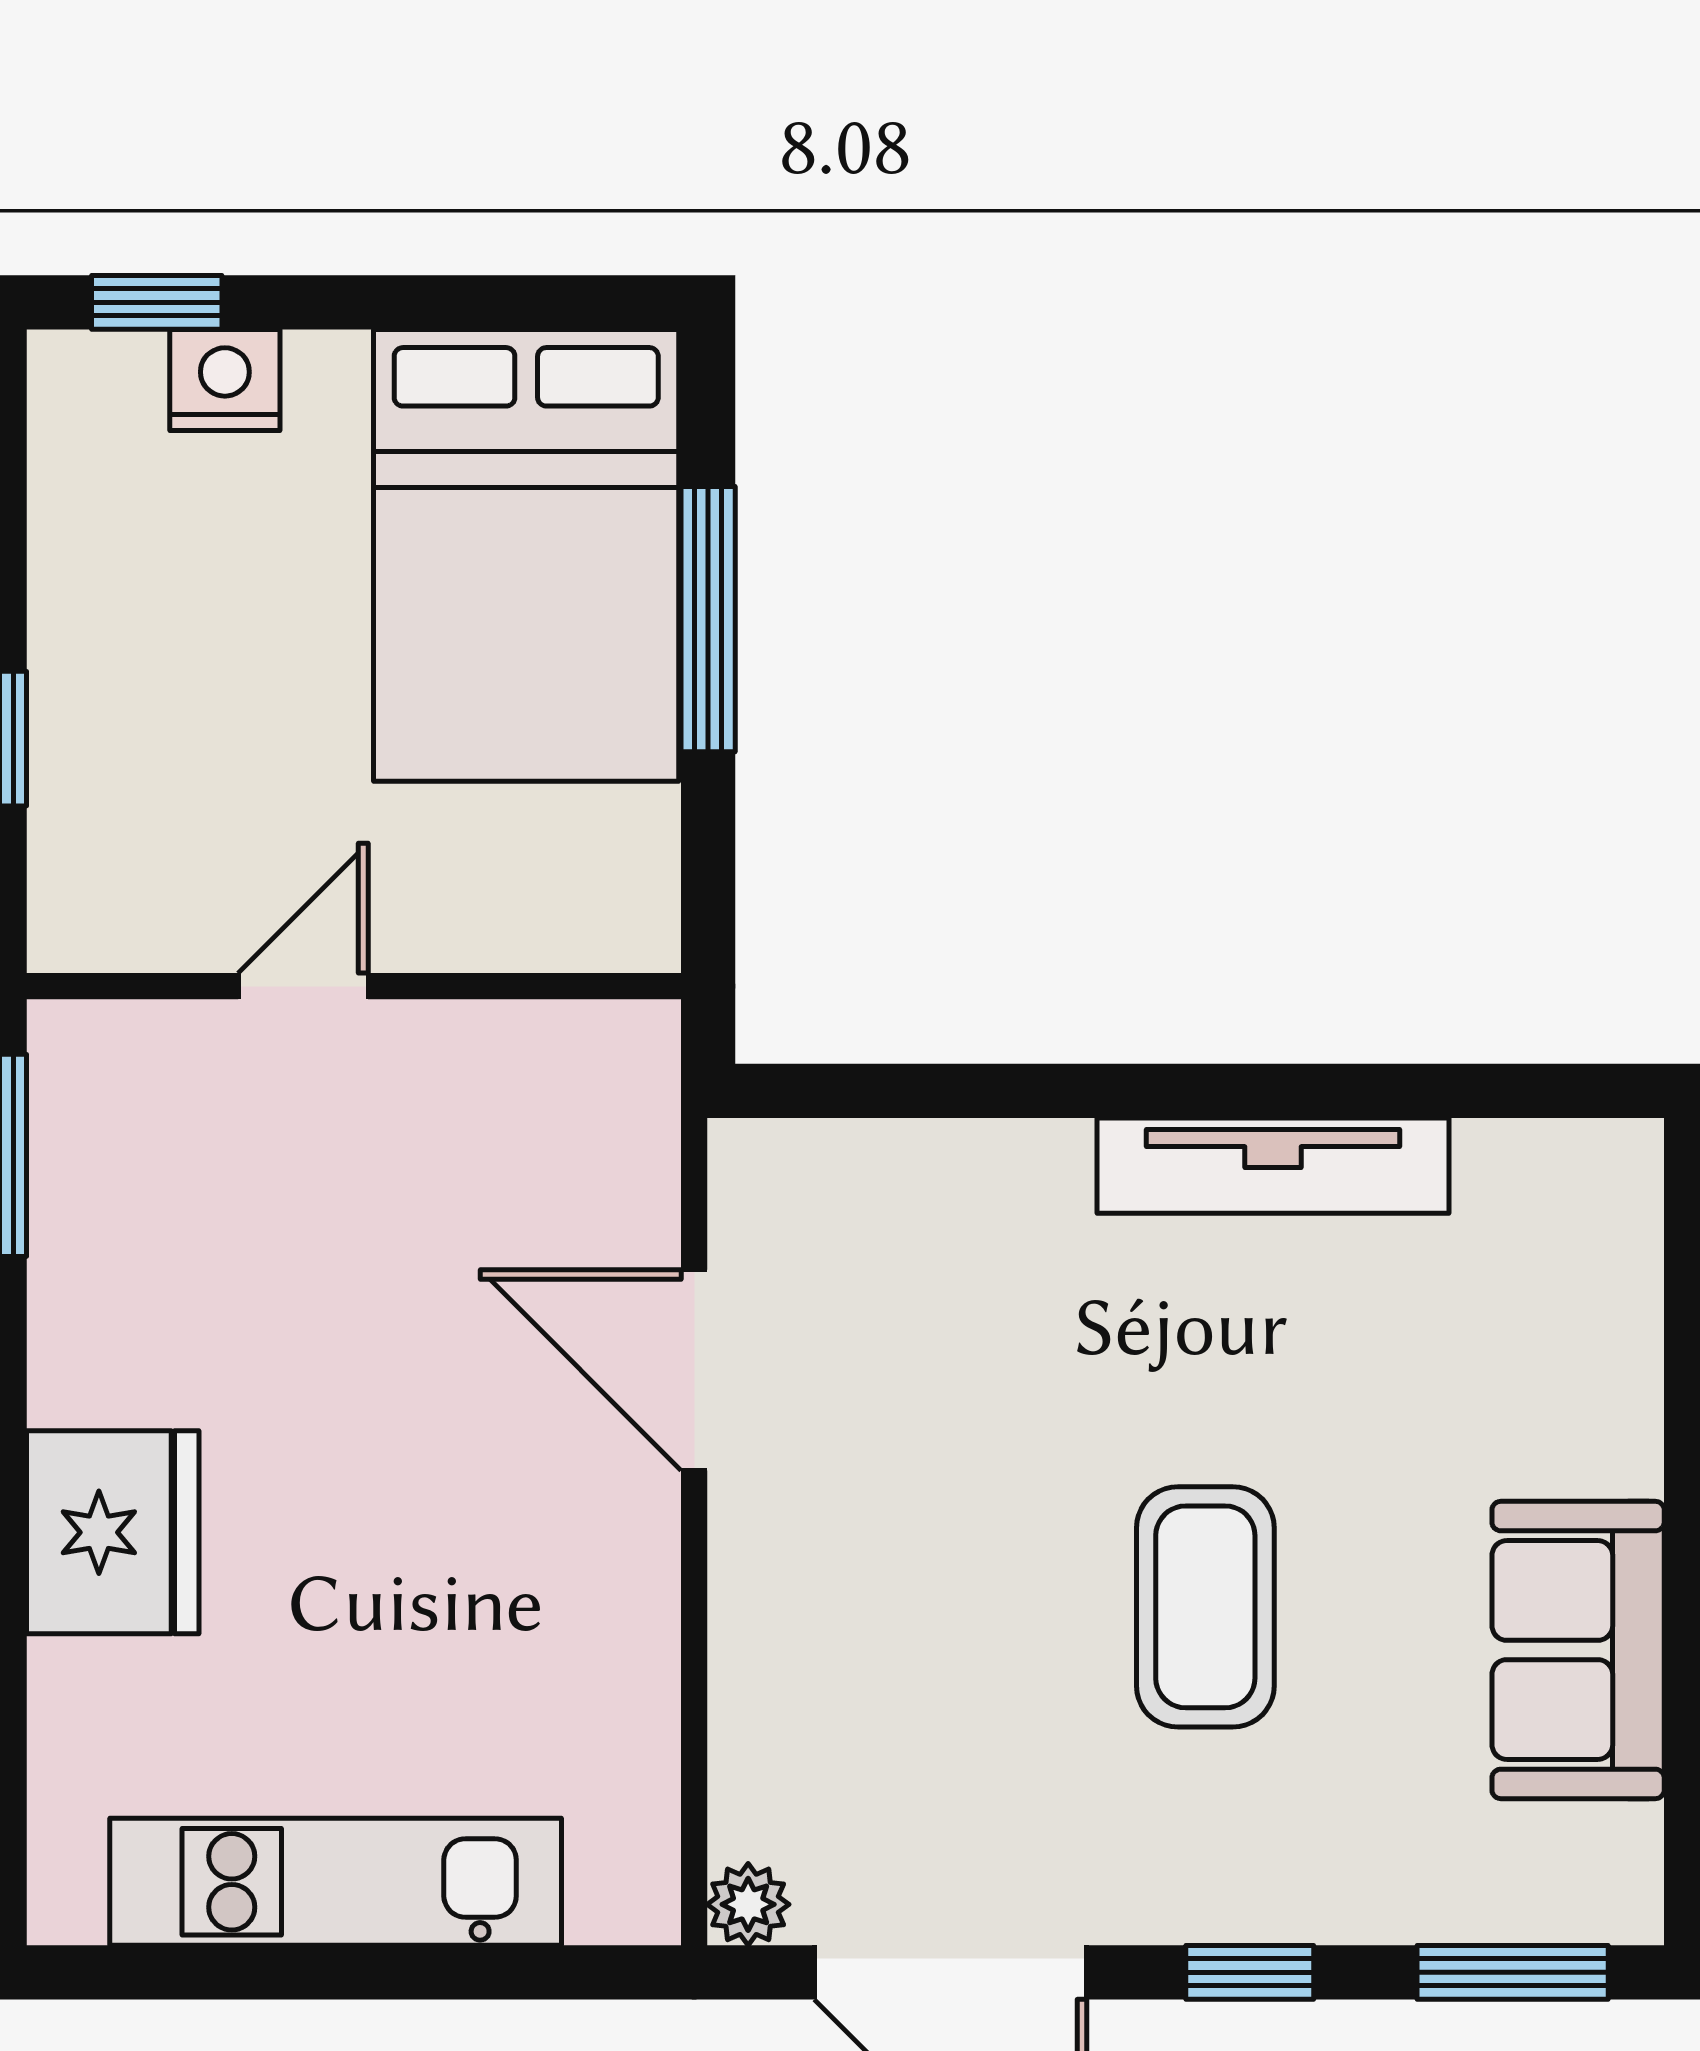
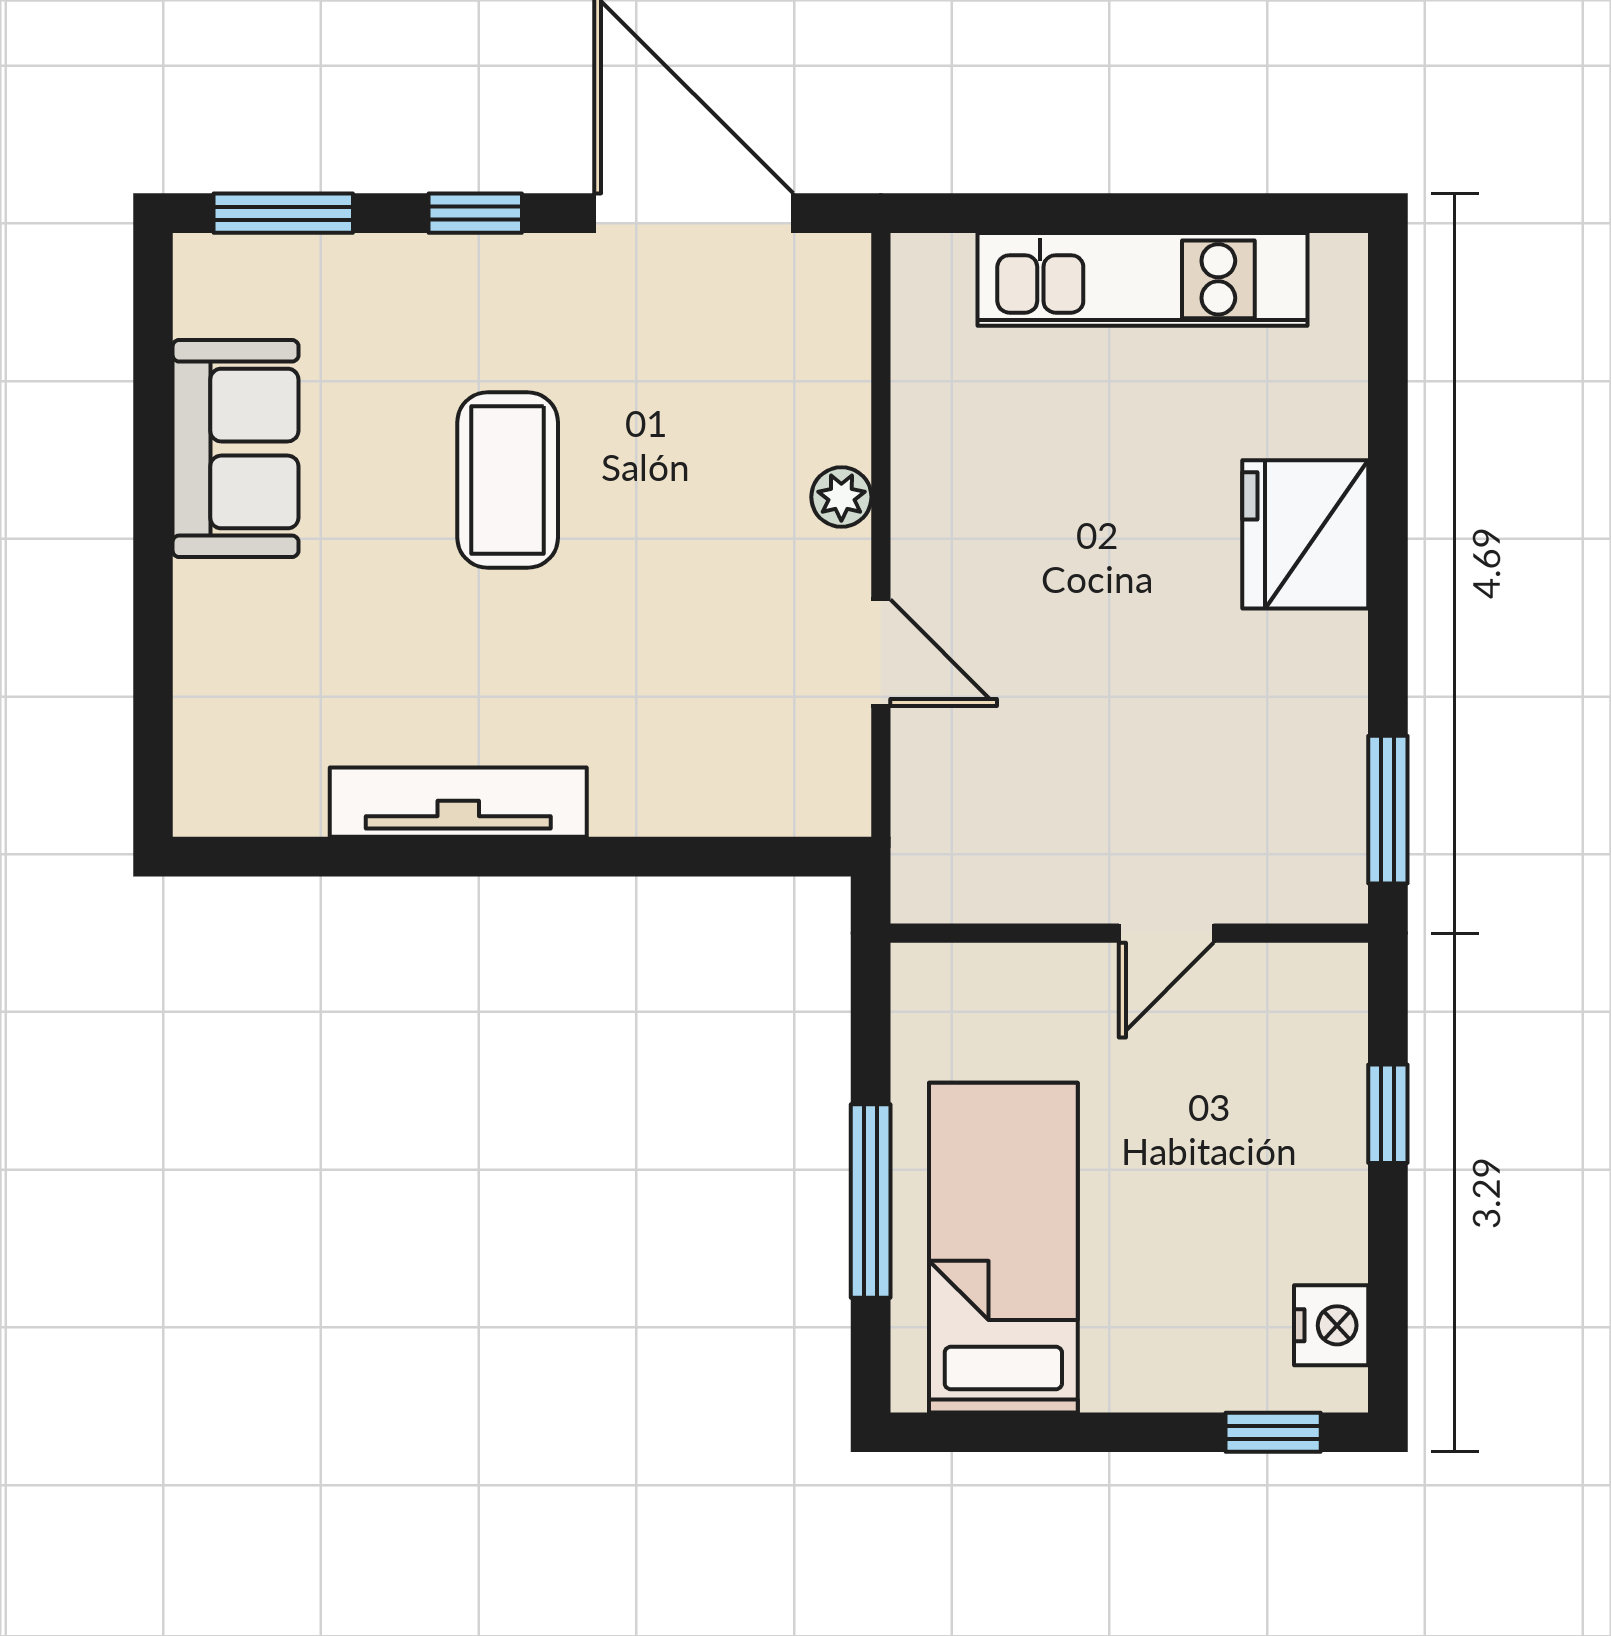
nightstand: (225, 380) -> (1331, 1325), moved, turned -90
bed: (526, 555) -> (1003, 1248), width x0.67
door: (694, 1370) -> (881, 653), width x0.73
plant: (748, 1904) -> (841, 497), moved

